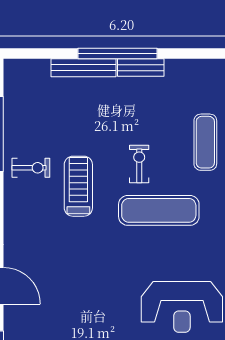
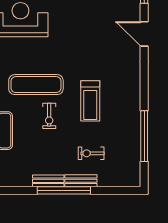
bench: (83, 68) -> (81, 181), width x0.73
exercise bike: (31, 168) -> (91, 153), moved

